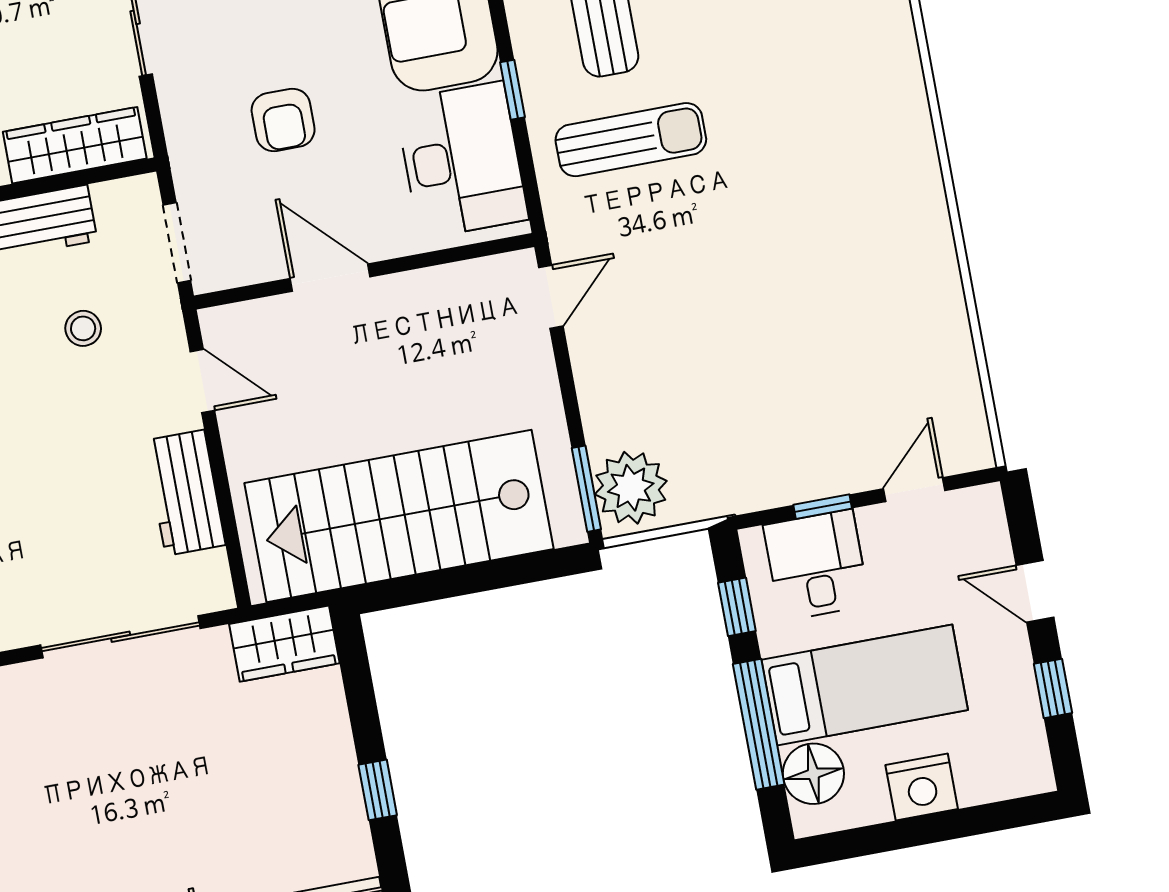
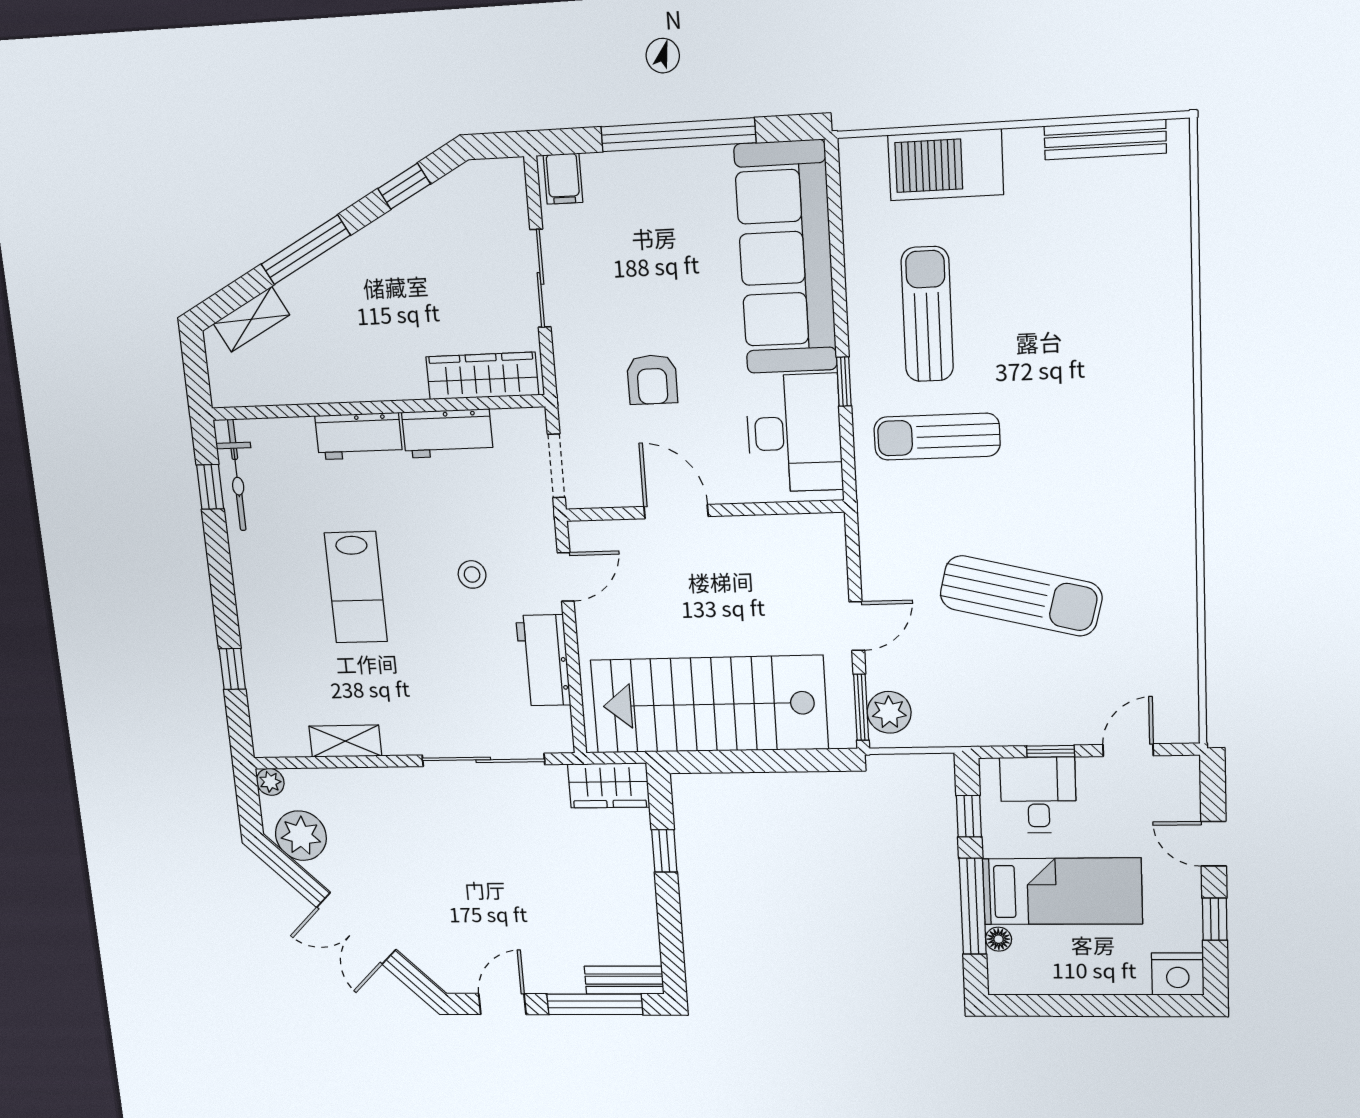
sun lounger: (631, 140) -> (937, 437), turned 180
door: (551, 297) -> (857, 626), moved
sun lounger: (758, 318) -> (1021, 596), added
stool: (83, 328) -> (472, 574), moved
door: (202, 381) -> (566, 577), hinge flipped
plant: (631, 488) -> (889, 712), width x0.73, depth x0.73
floor lamp: (813, 774) -> (999, 939), width x0.53, depth x0.53
nightstand: (922, 787) -> (1178, 974), moved
window: (378, 790) -> (664, 851), moved

